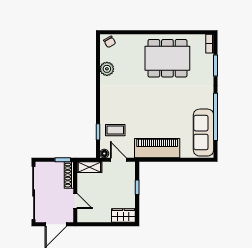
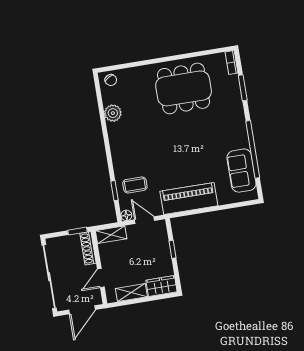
sofa: (204, 133) -> (242, 171), width x0.73
door: (75, 201) -> (101, 278), swing flipped
shelving: (98, 217) -> (131, 293), added

